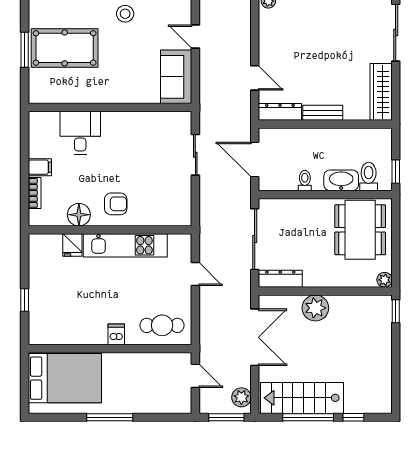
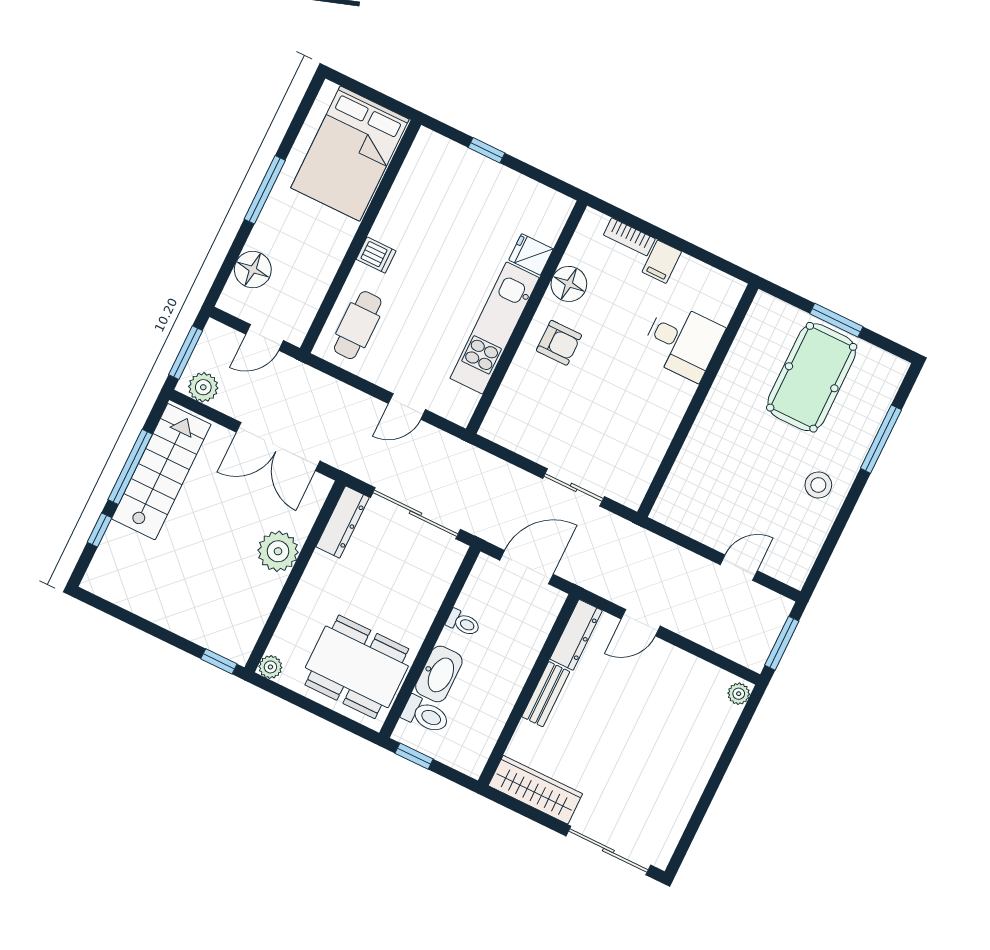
sofa: (176, 77) -> (696, 513), removed
armchair: (116, 204) -> (559, 343), turned -90
floor lamp: (159, 402) -> (253, 270), added

